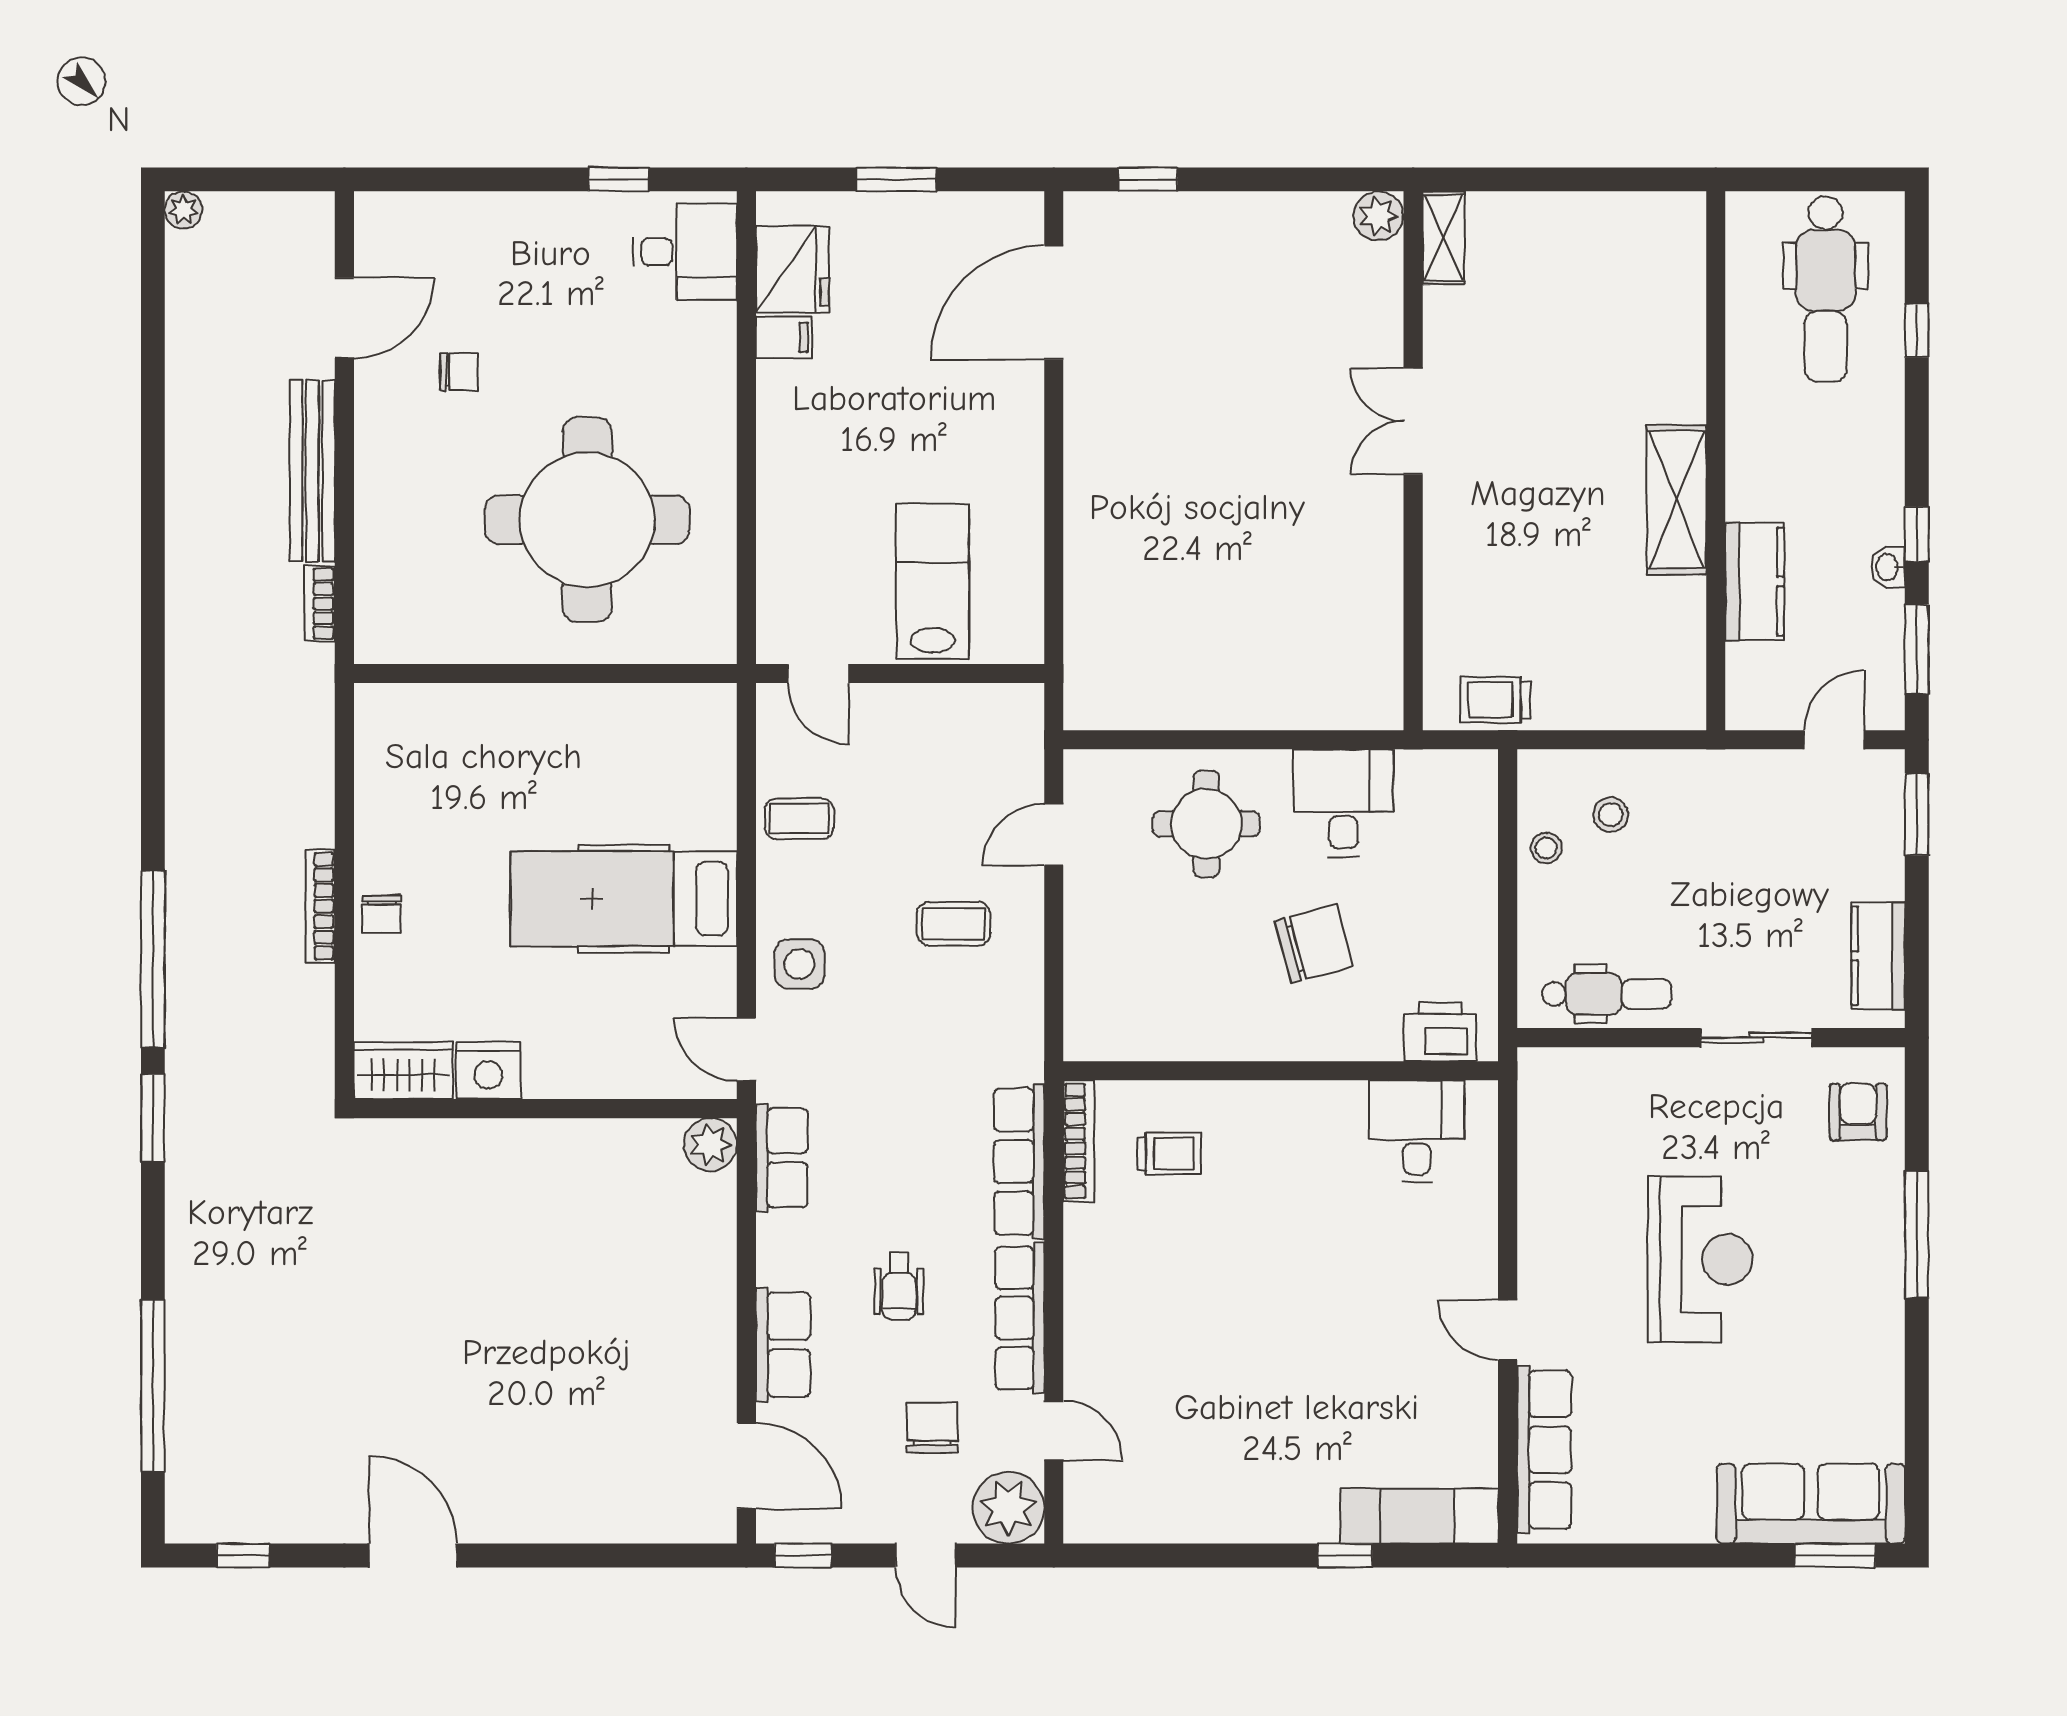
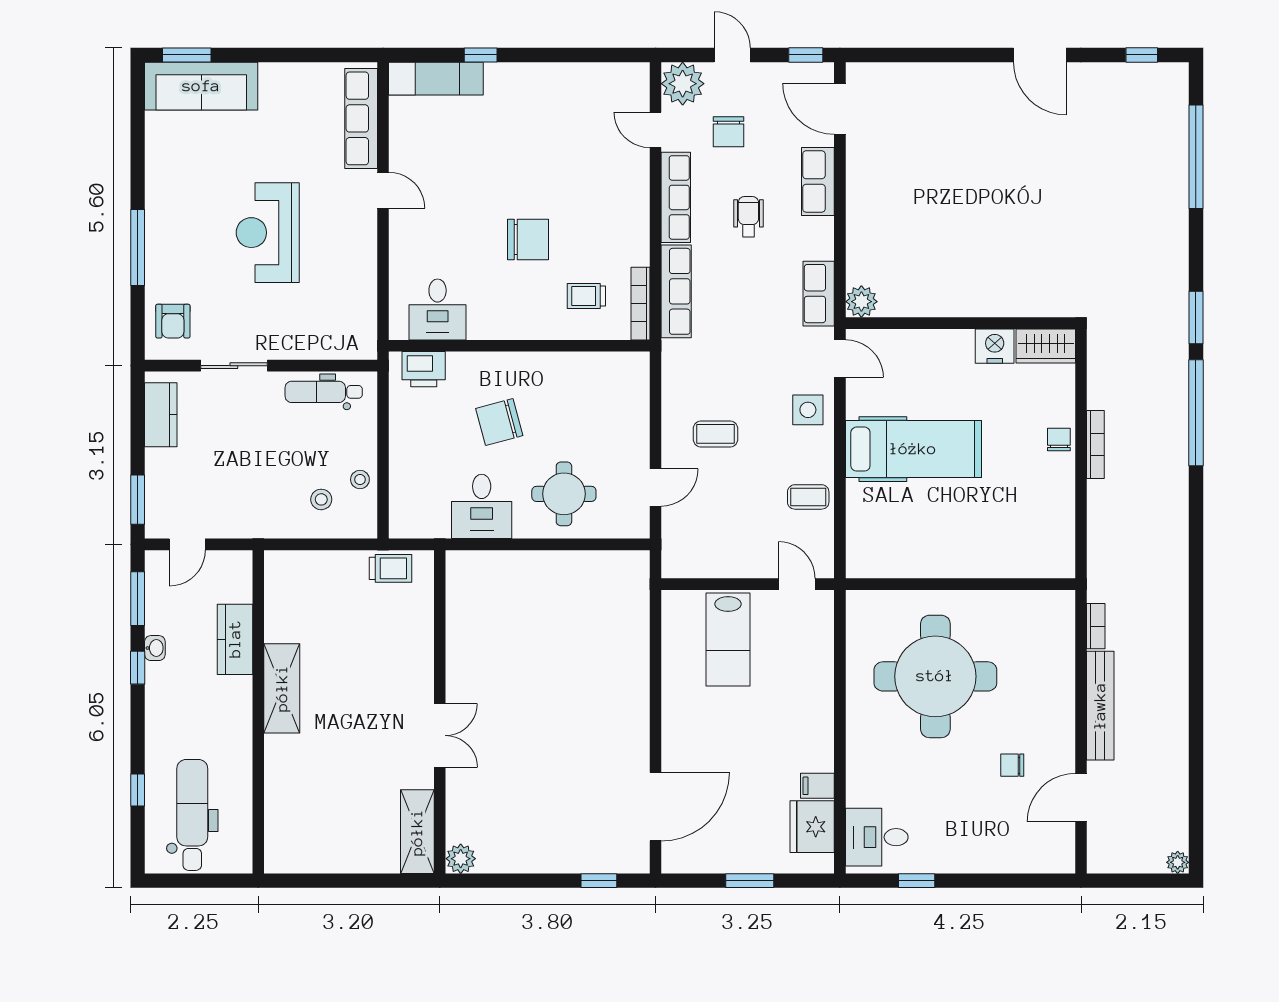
shelving: (1444, 238) -> (417, 832), width x1.50, depth x1.33
chair: (1266, 1248) -> (528, 240), added

